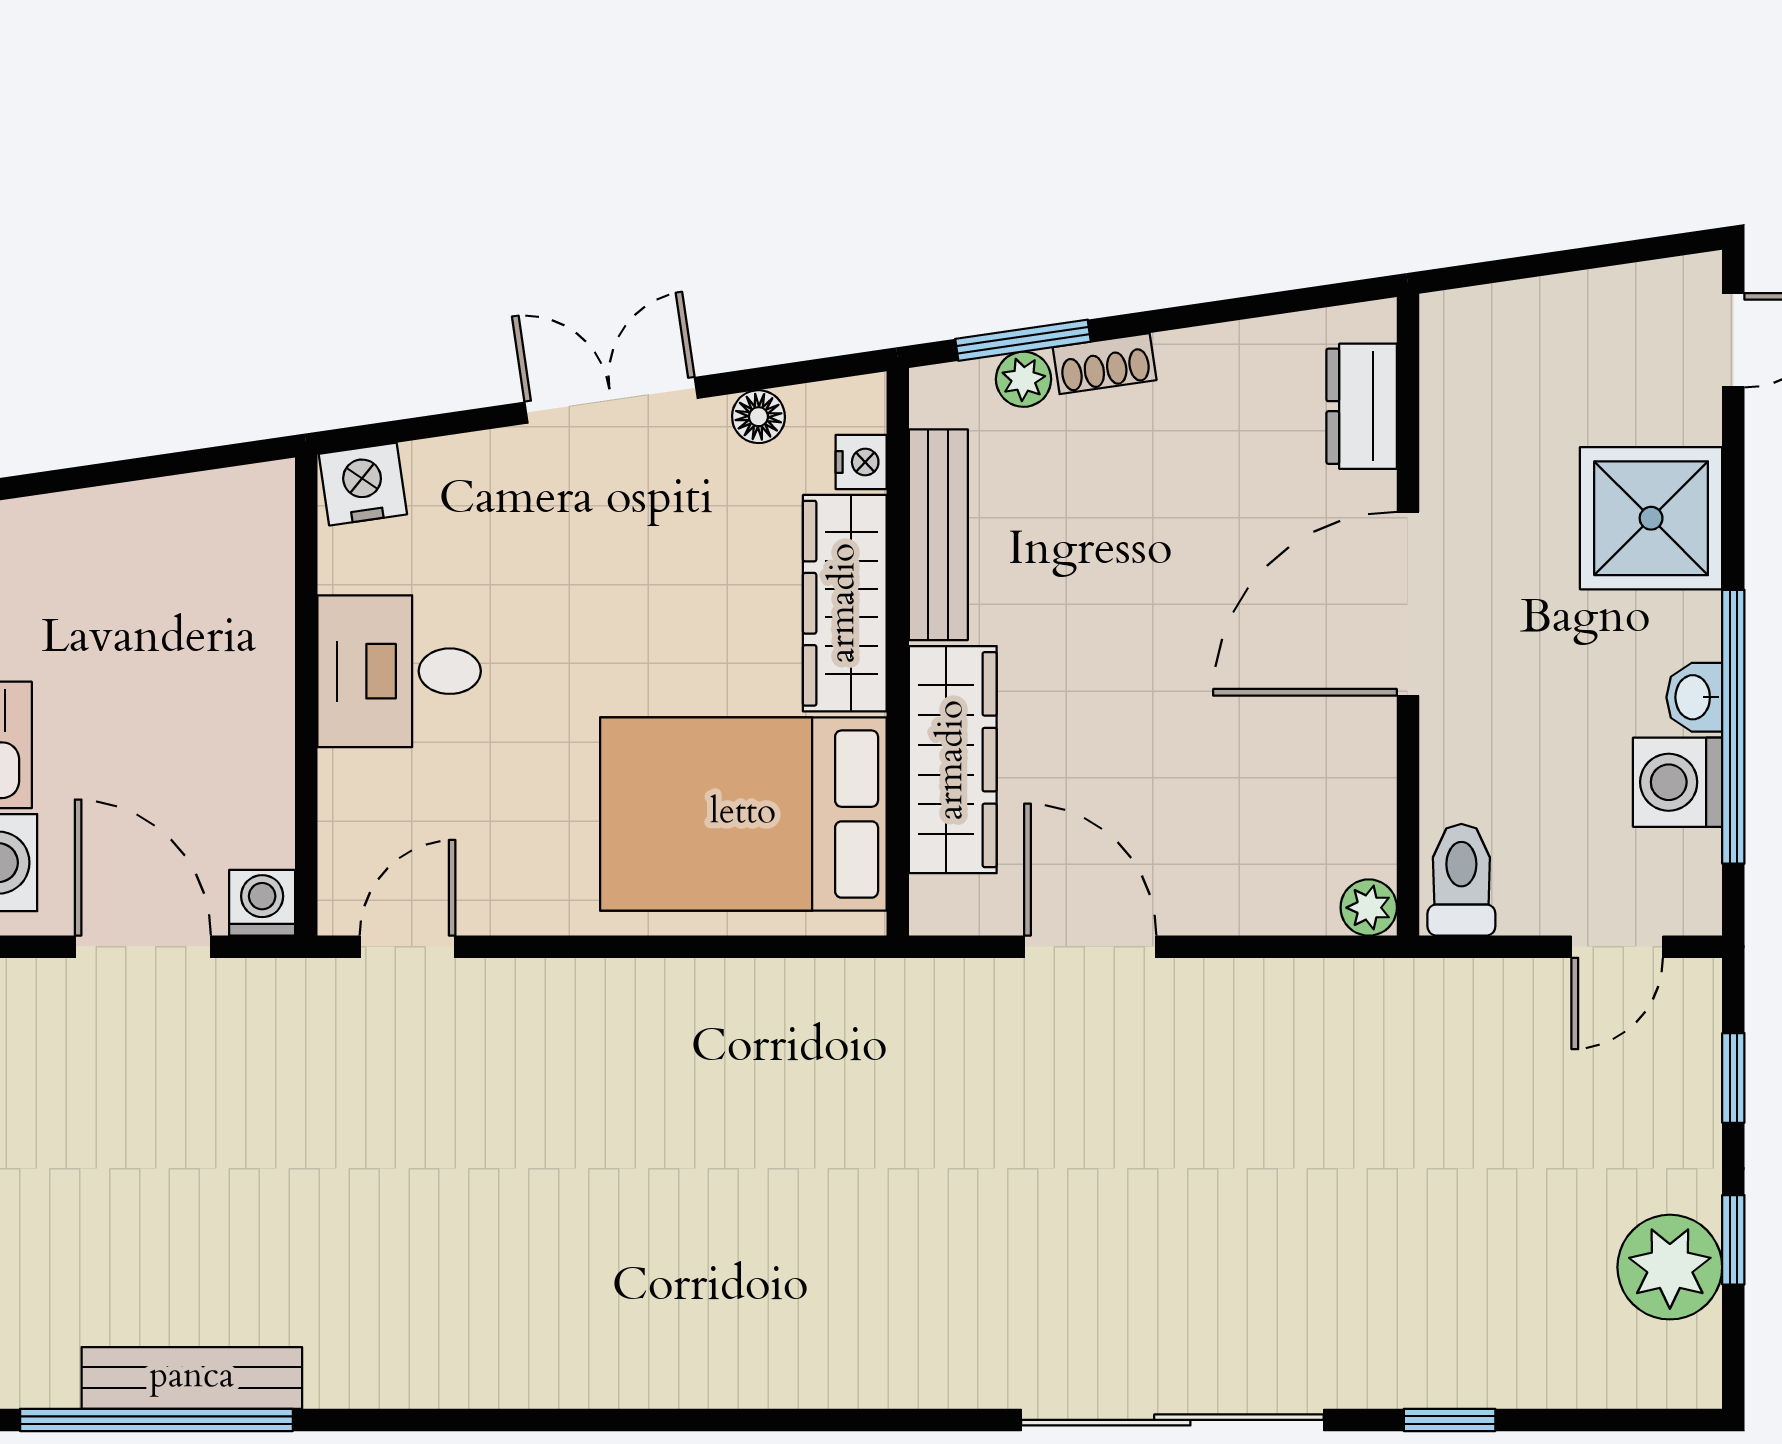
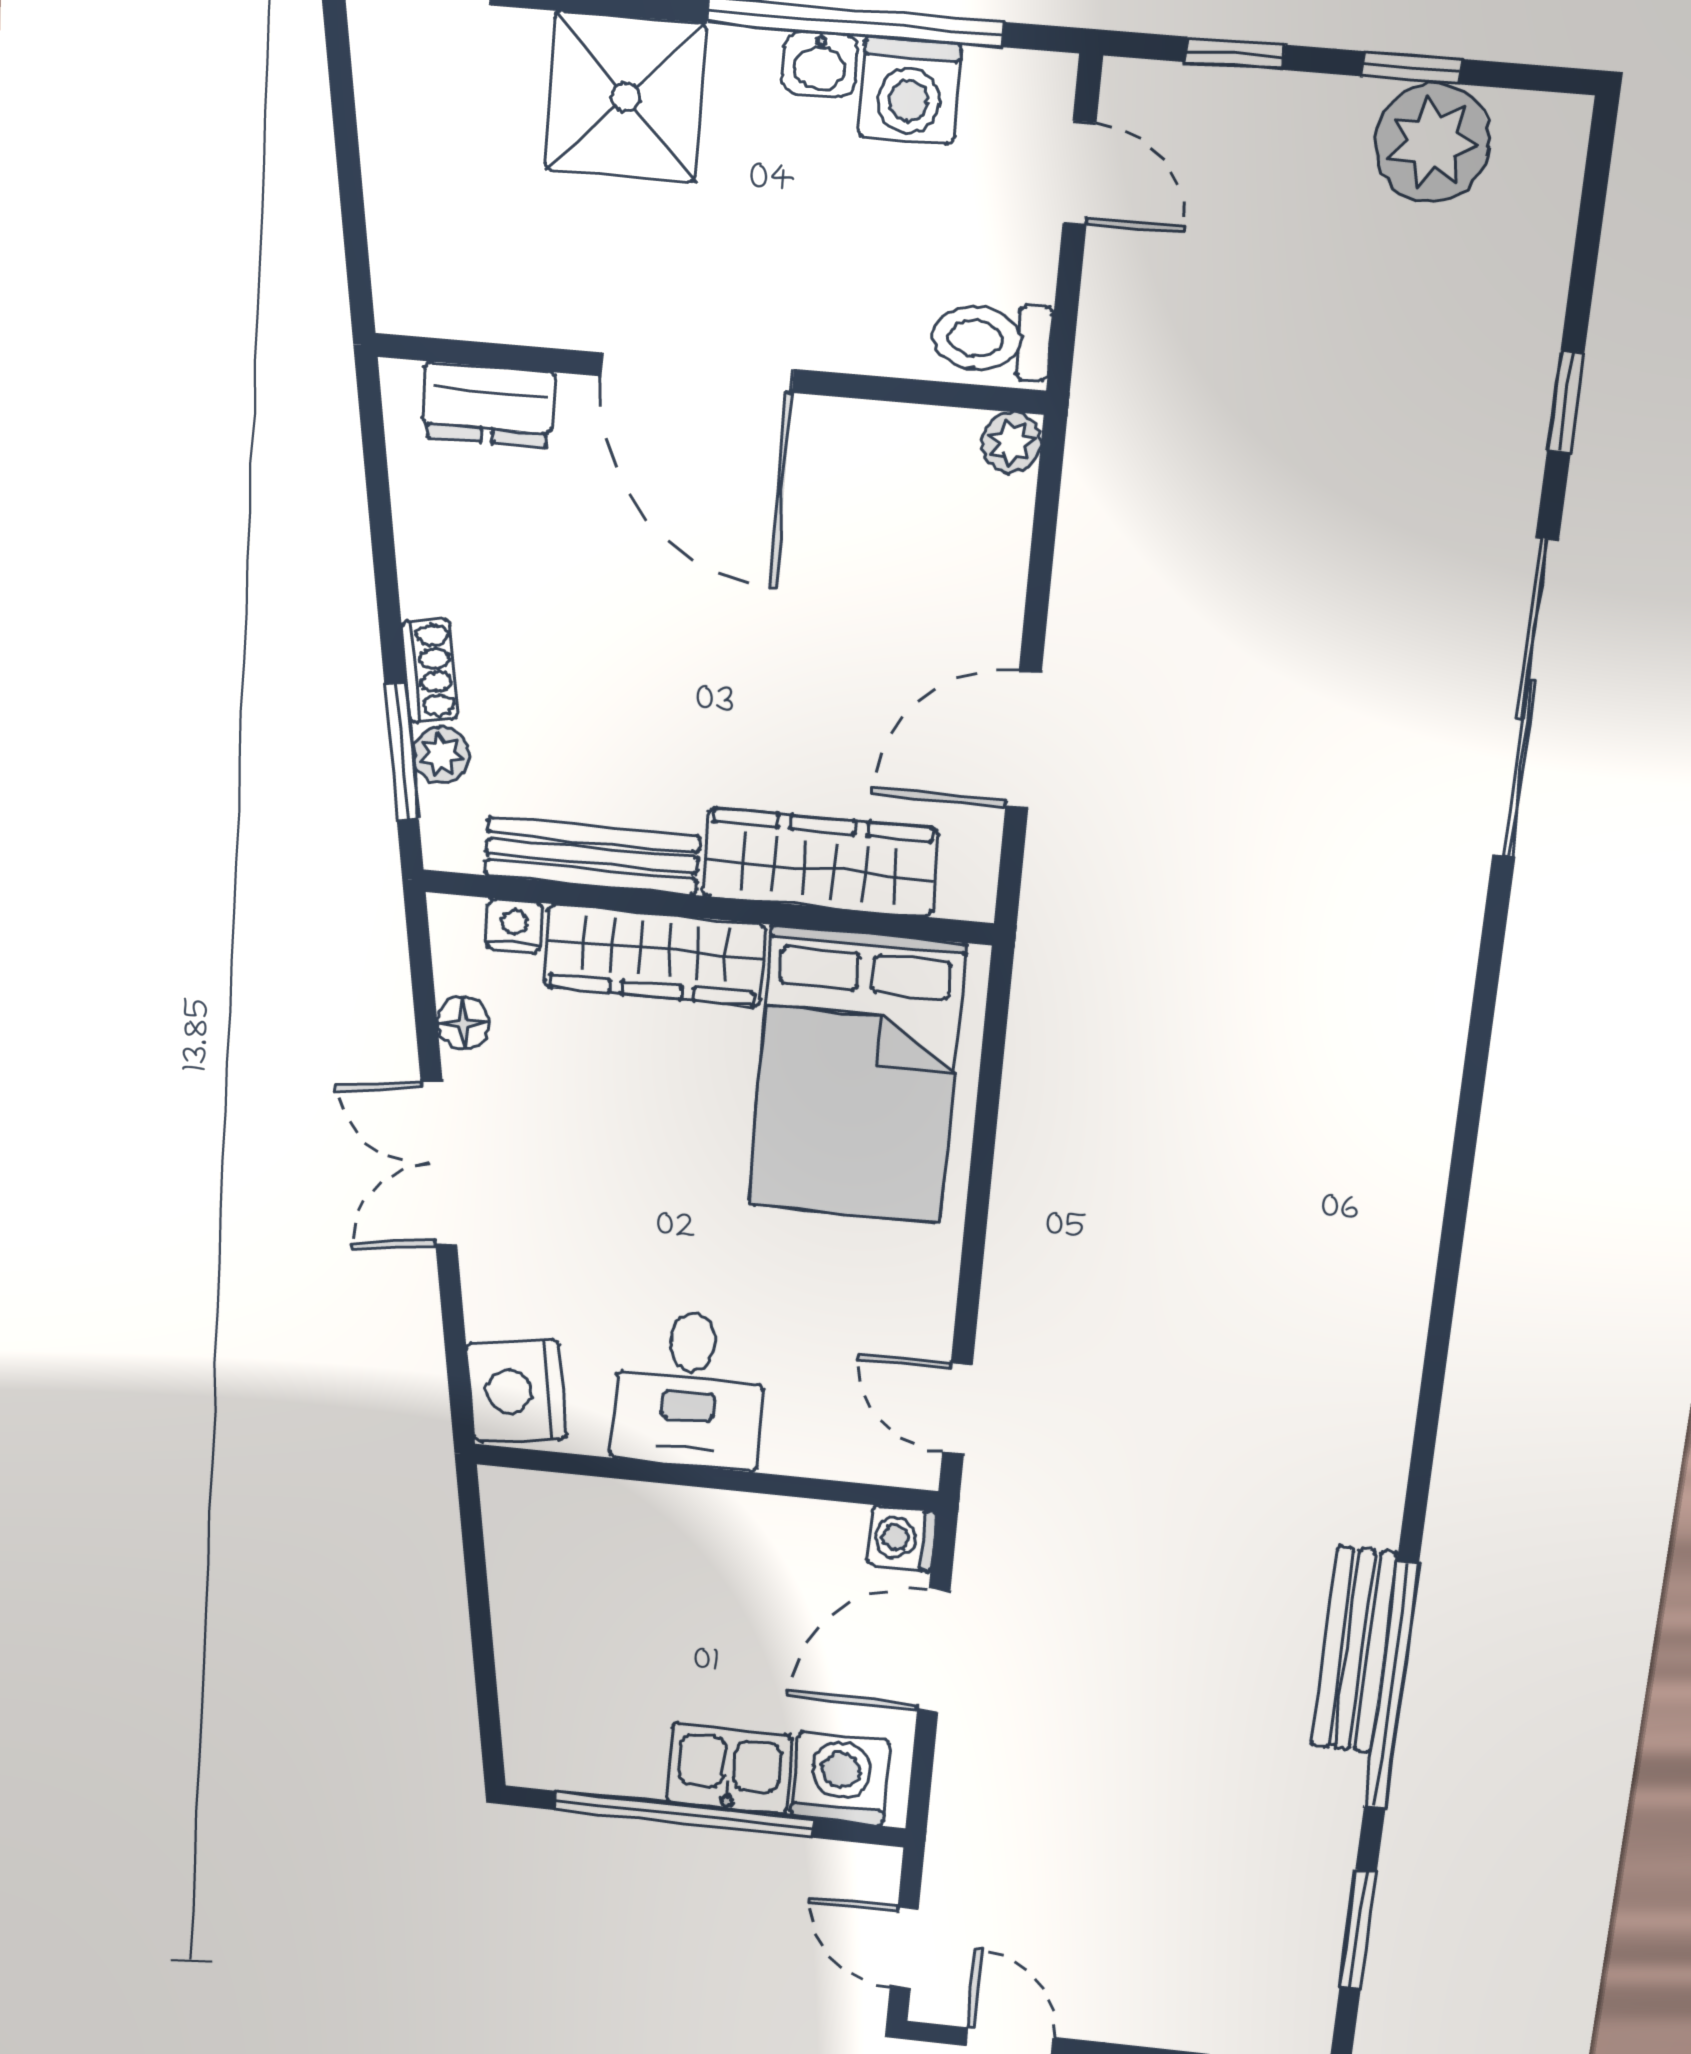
nightstand: (363, 484) -> (516, 1391), width x1.36, depth x1.33

